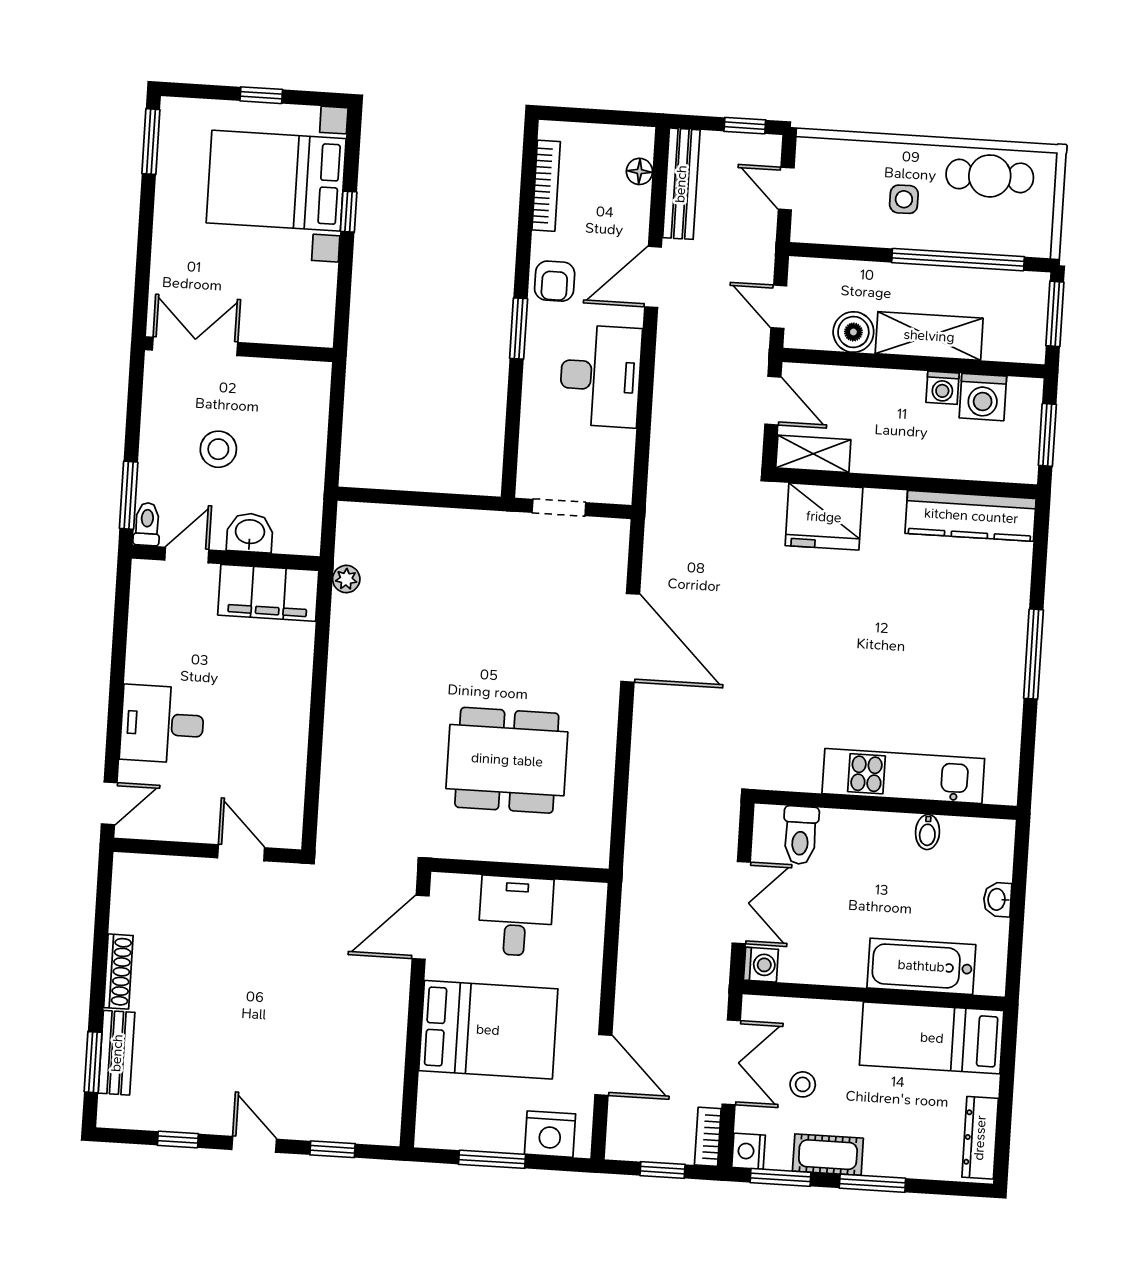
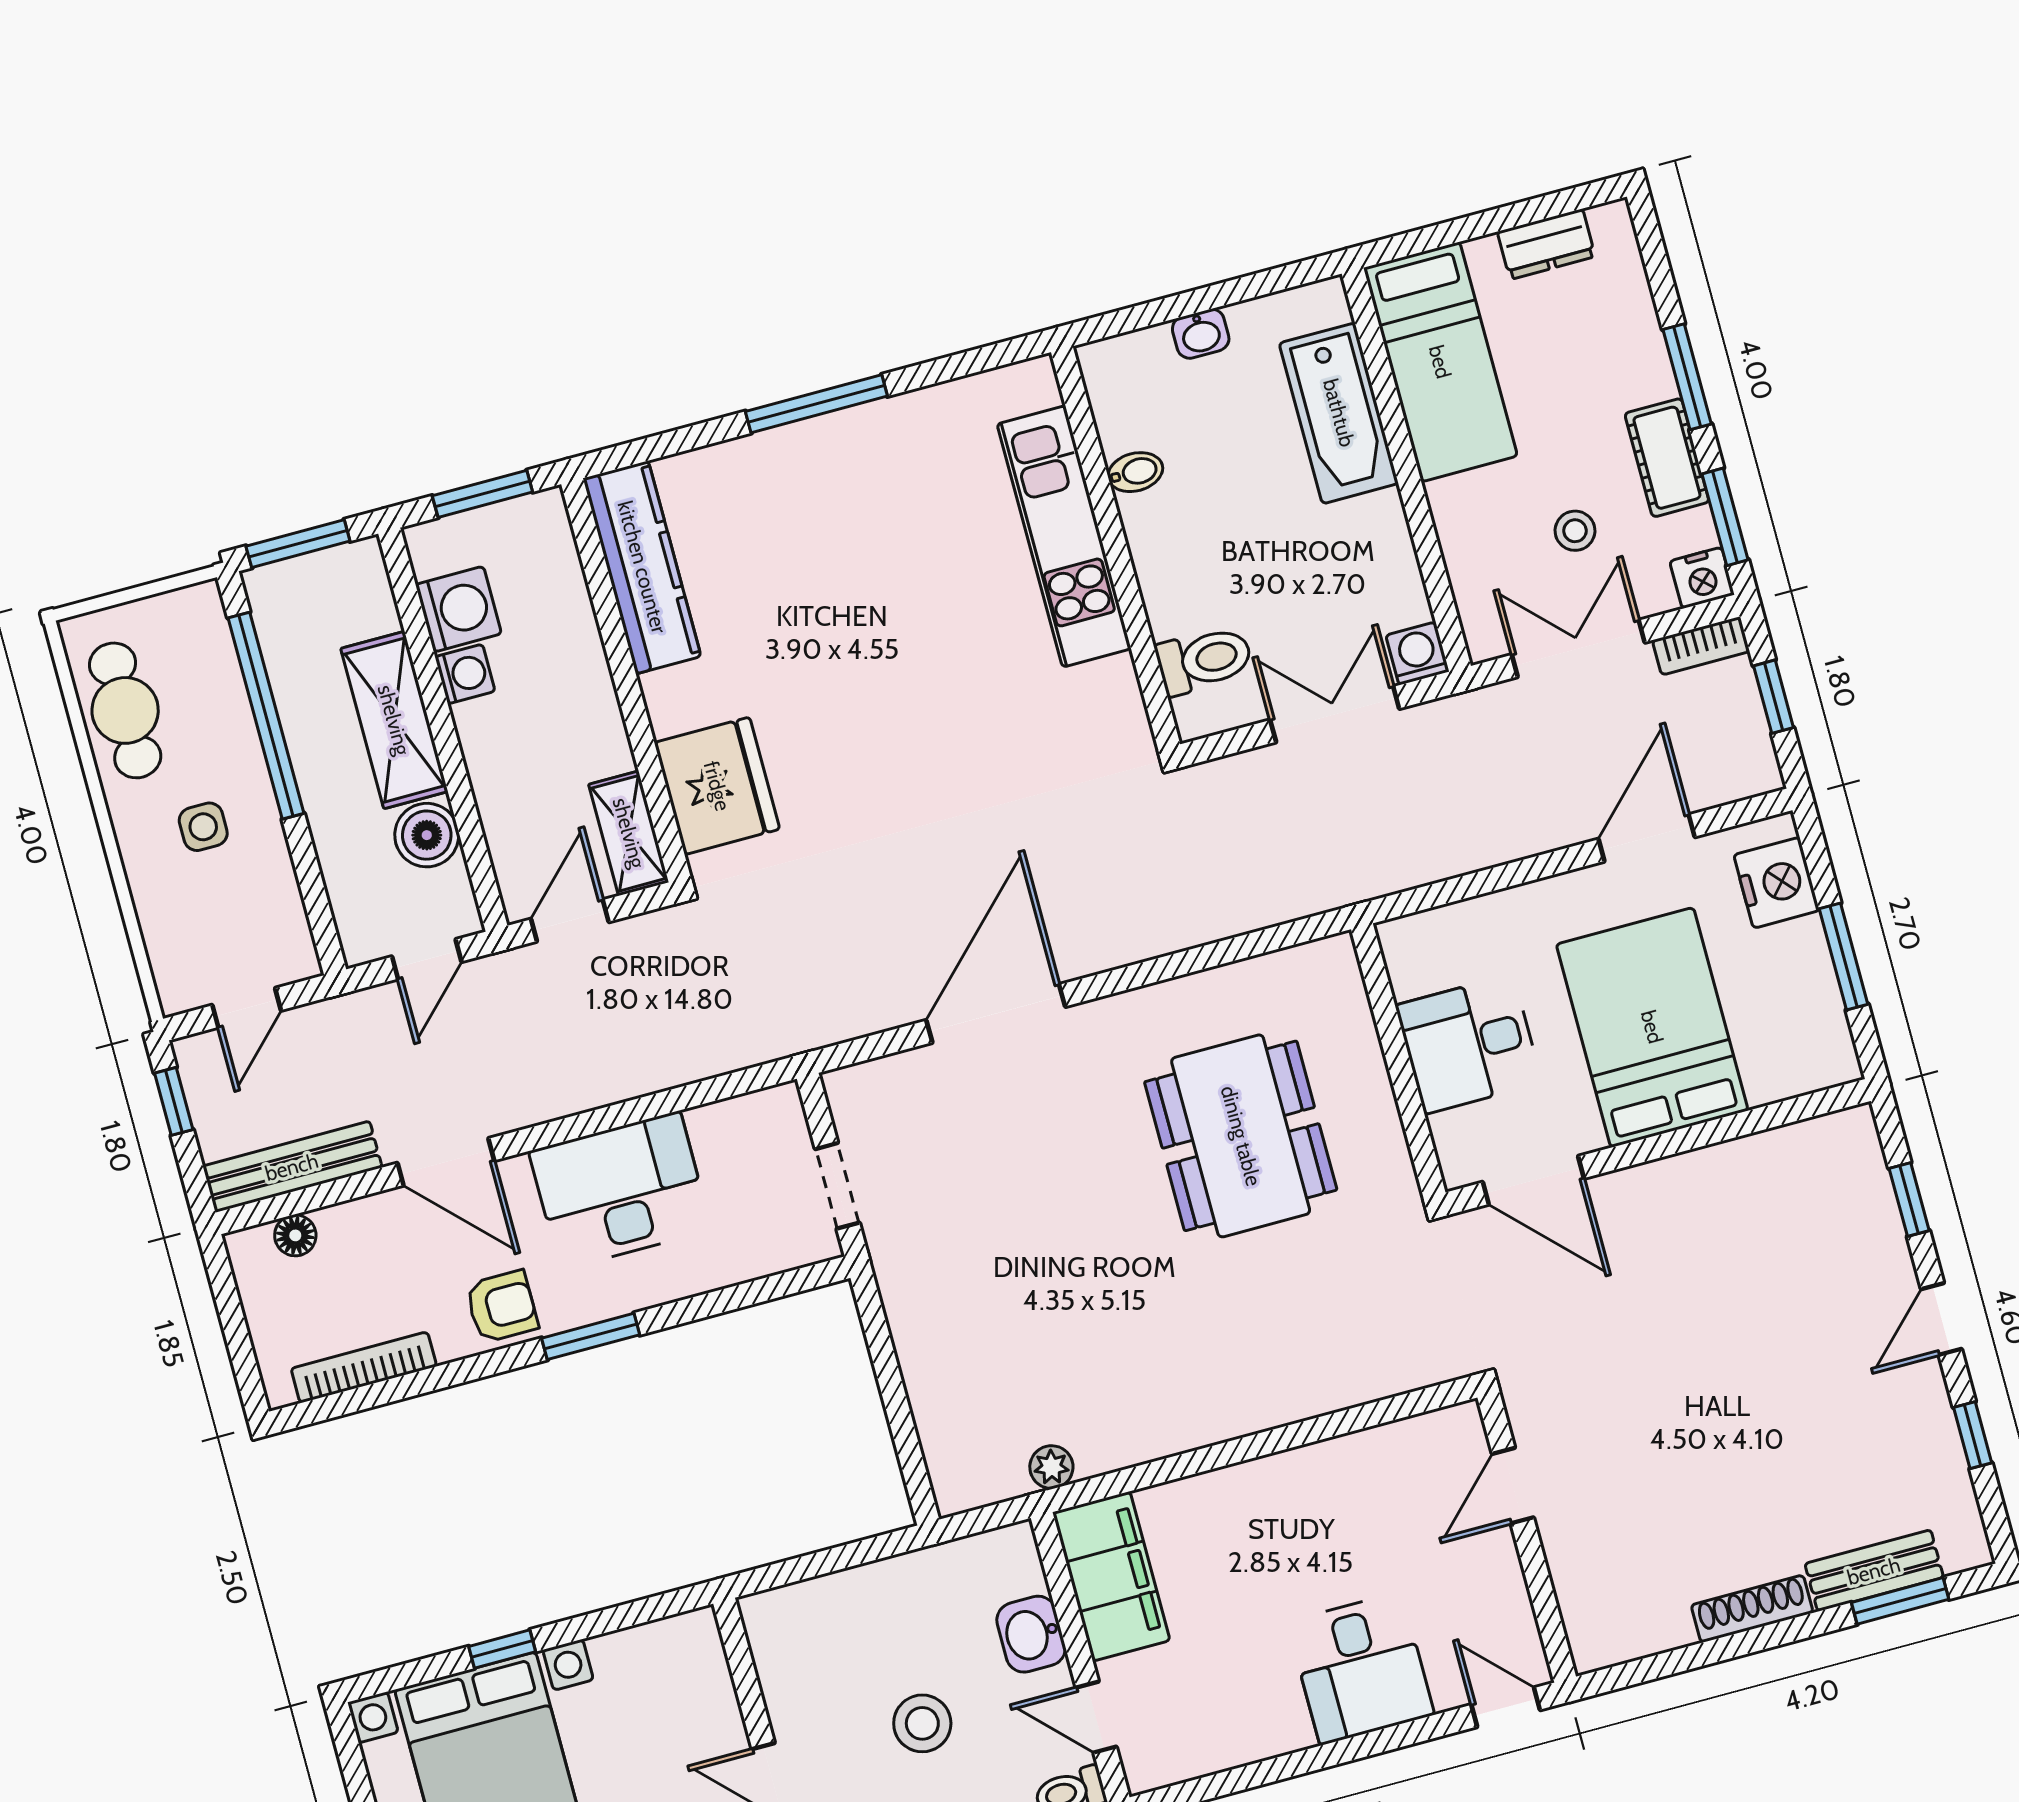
dresser: (980, 1138) -> (1546, 244), width x0.70

